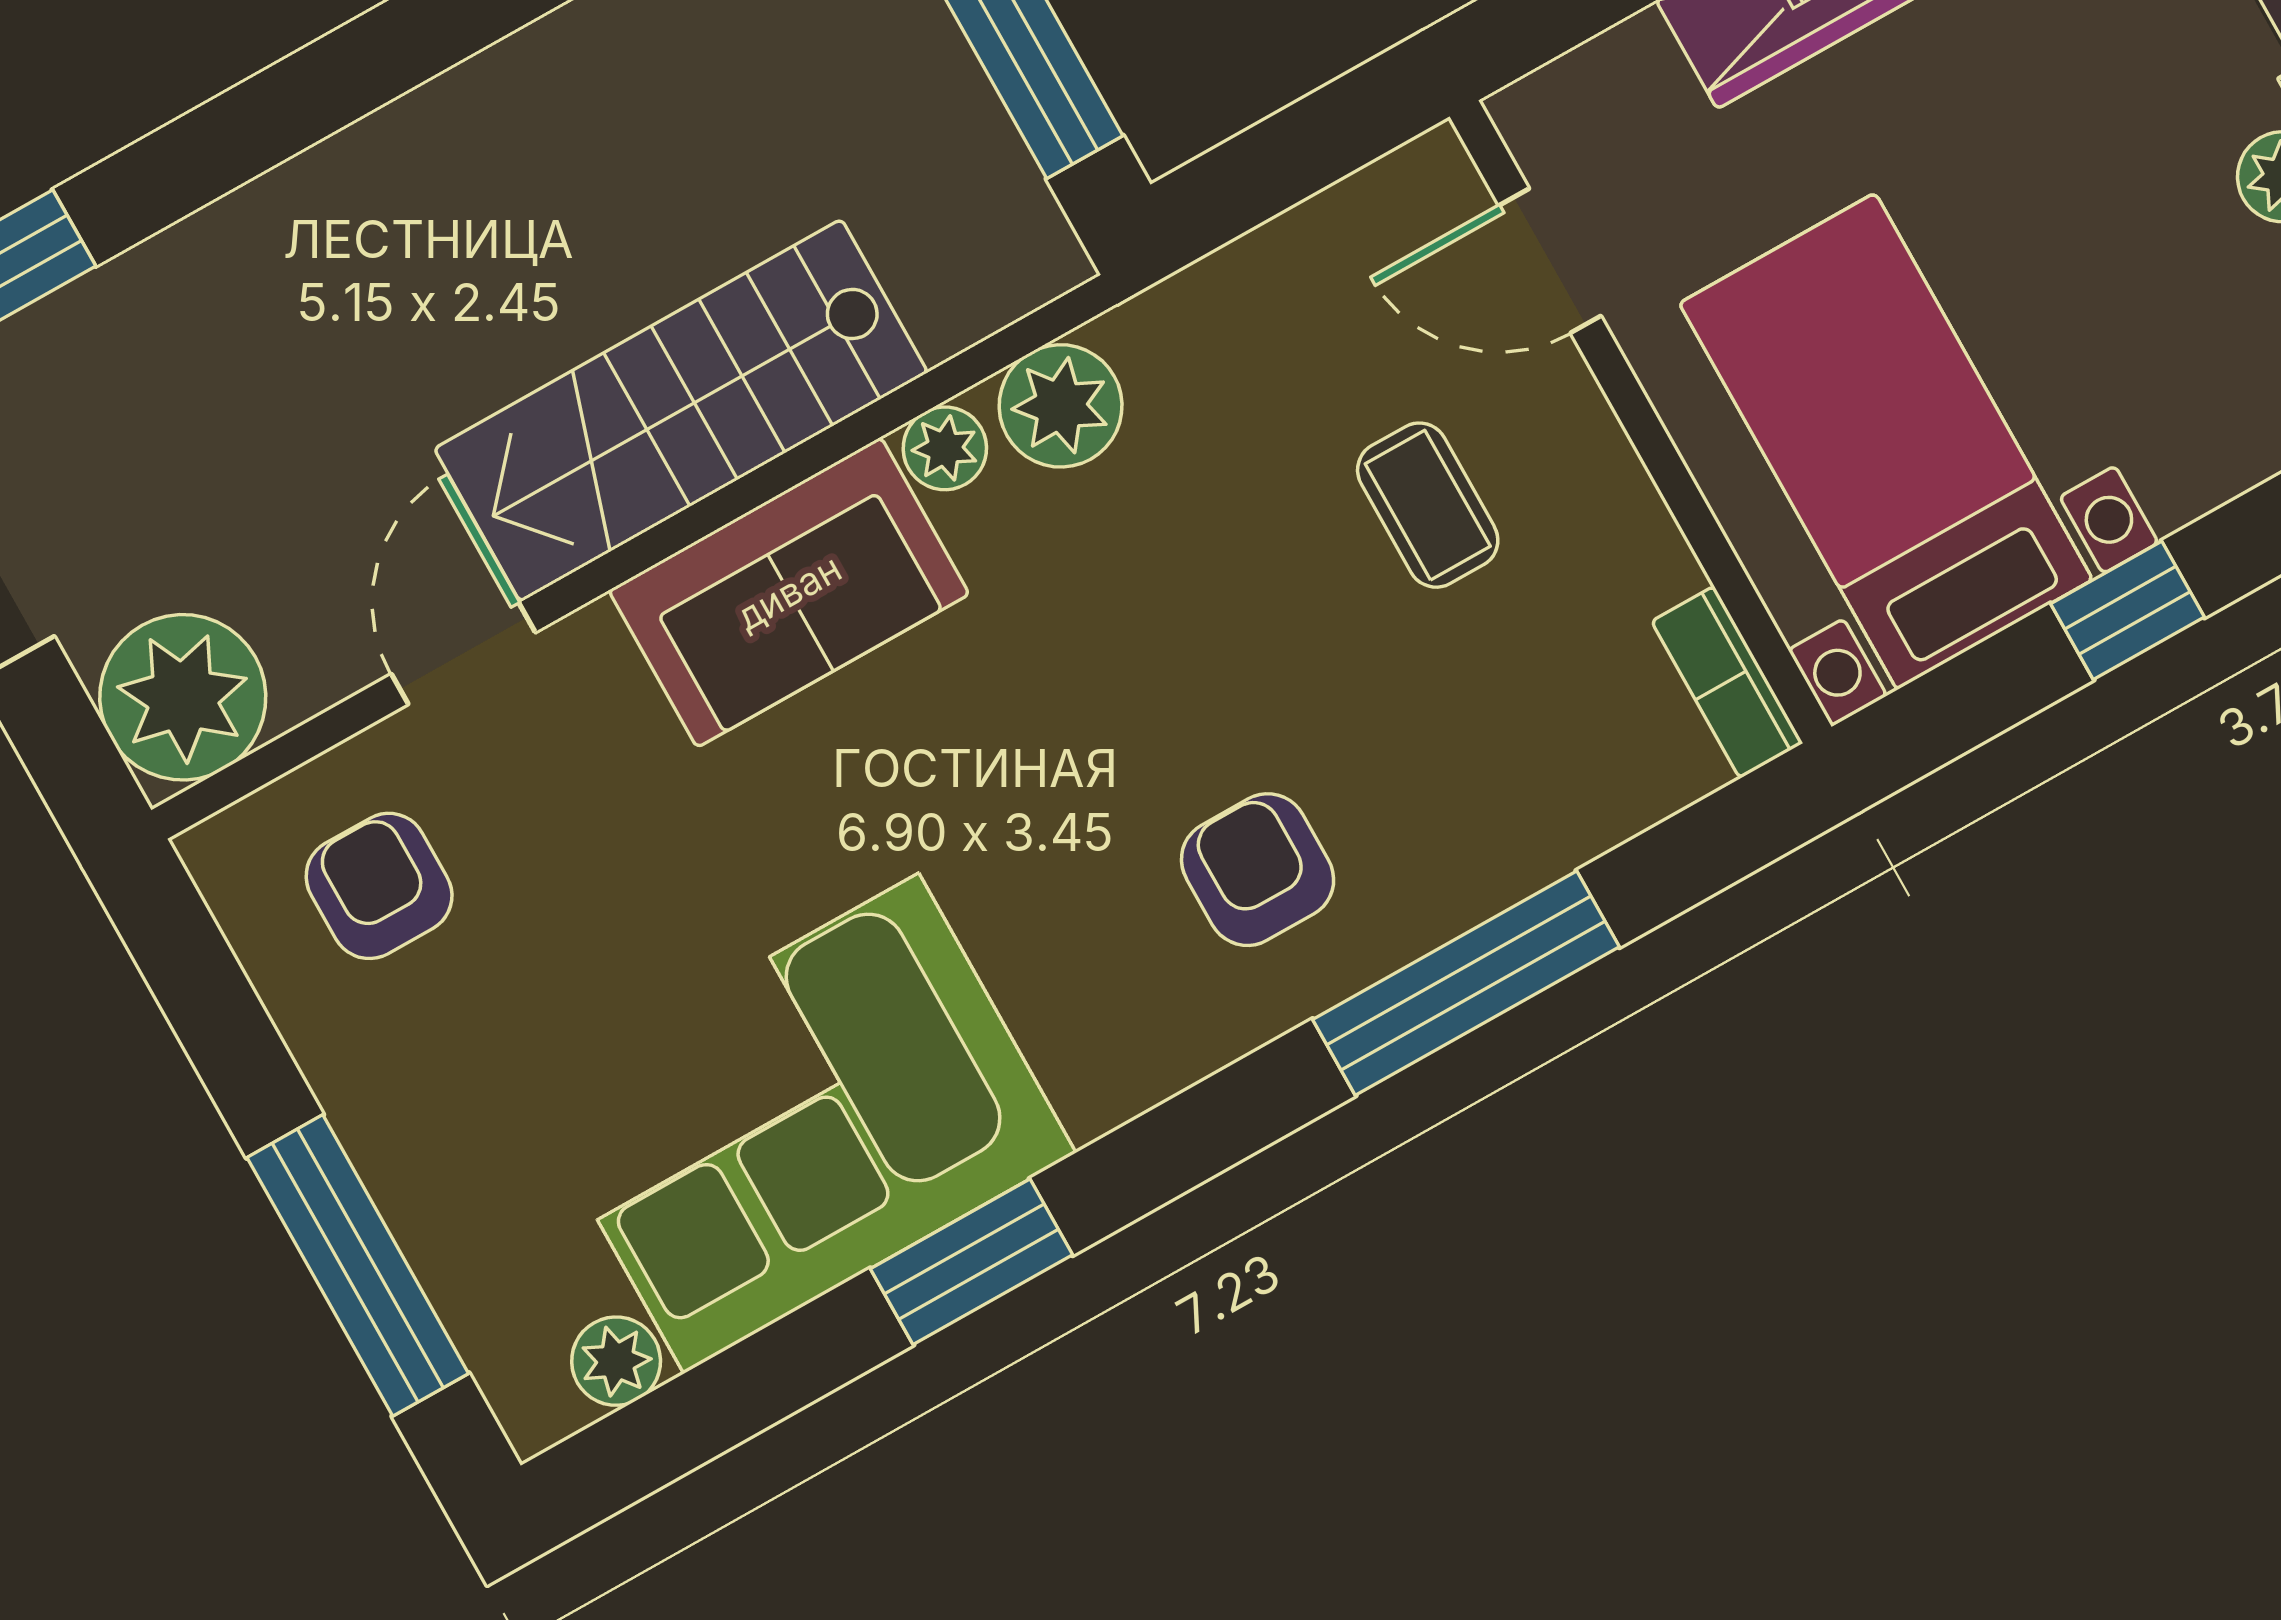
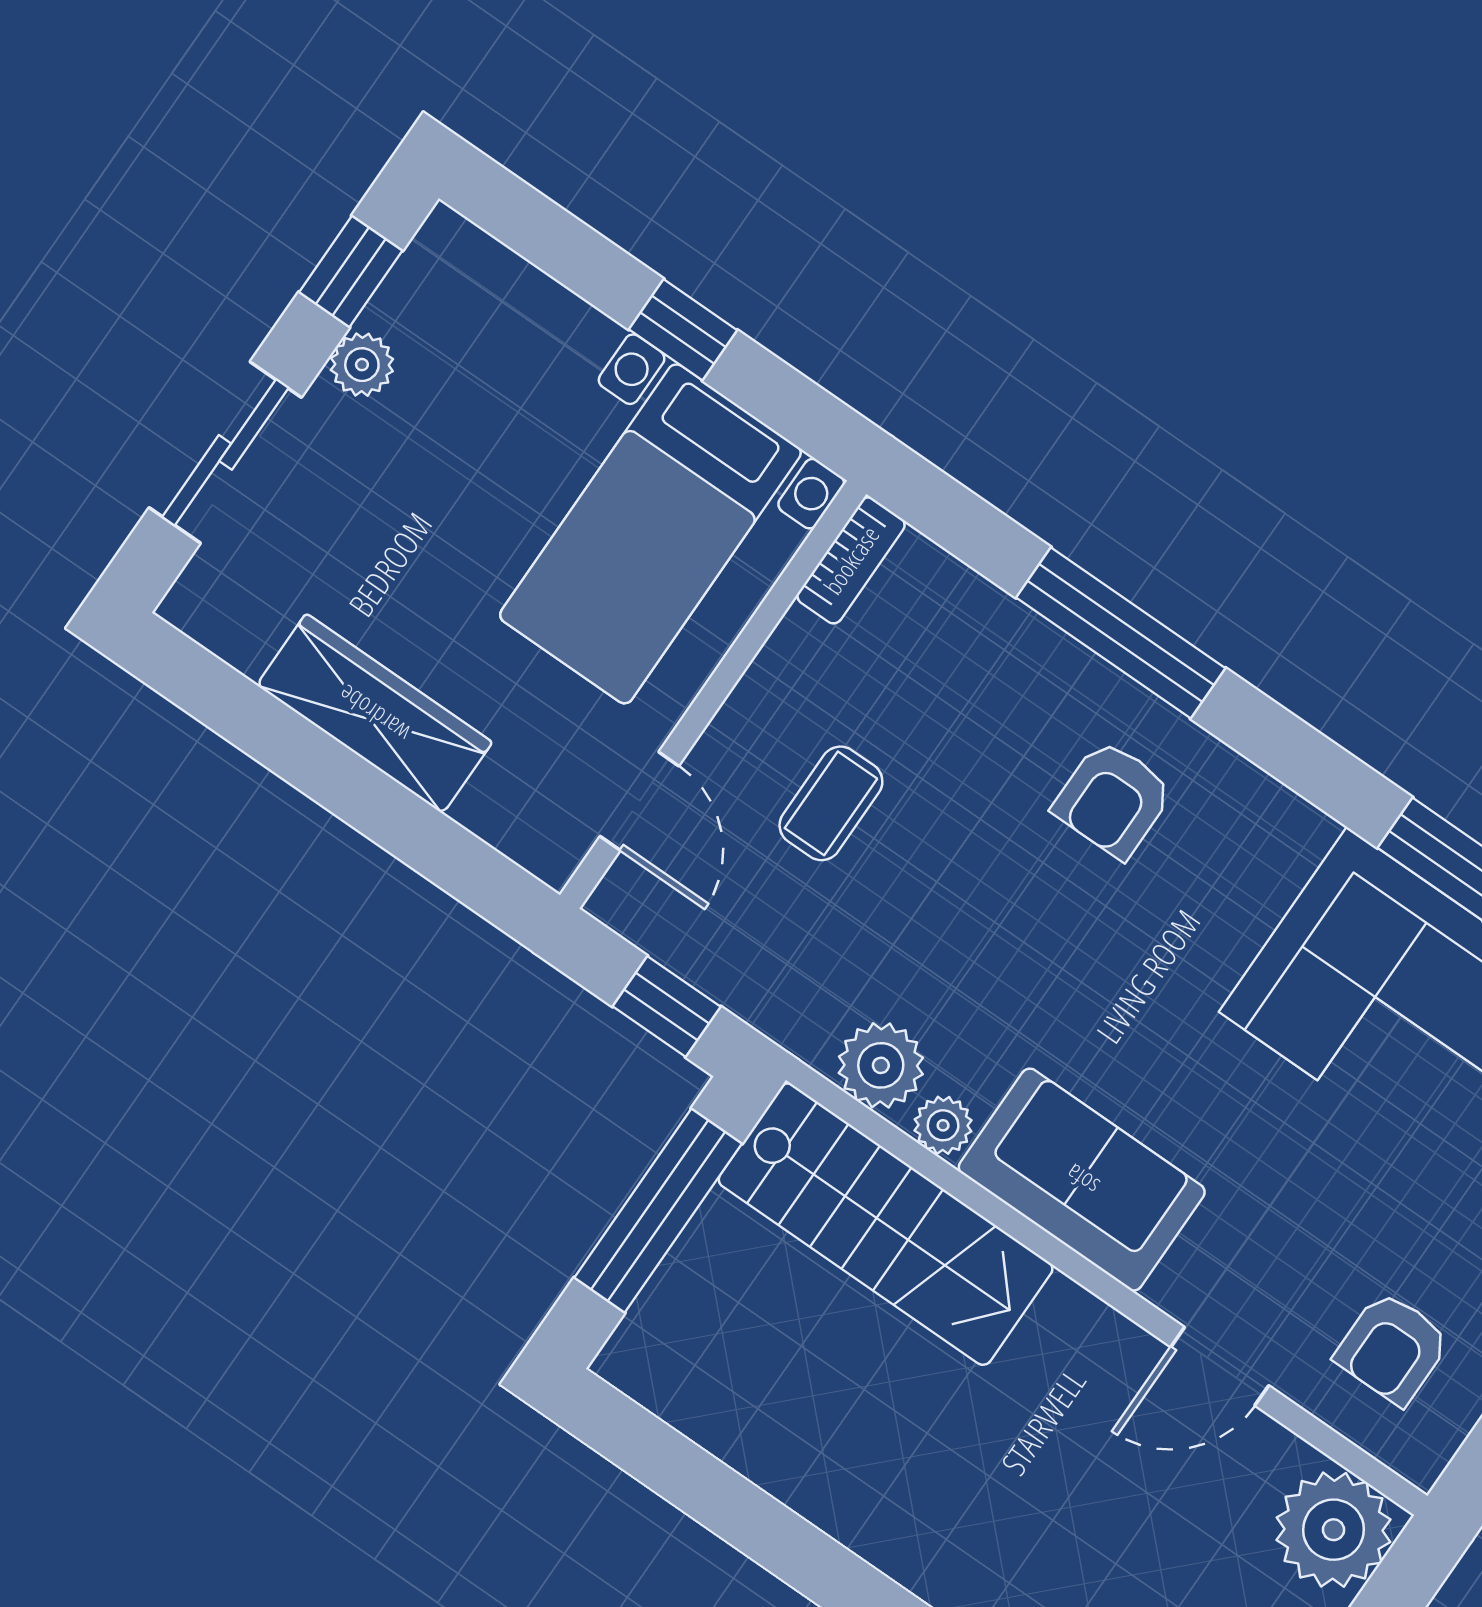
window: (1270, 168) -> (667, 1006), added
stairs: (681, 411) -> (886, 1224), moved

